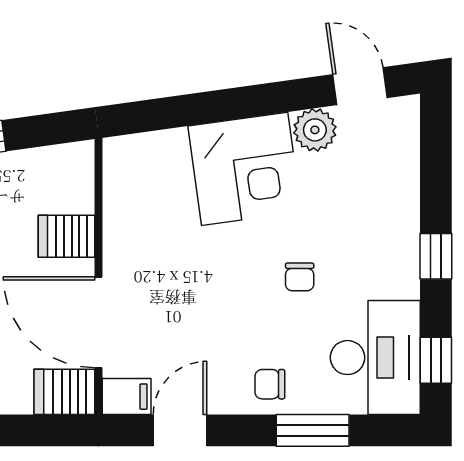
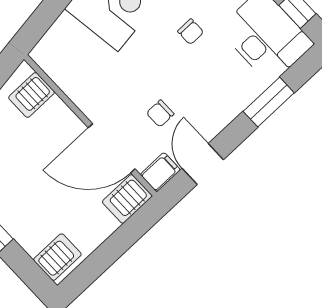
server rack: (67, 236) -> (32, 95), moved
chair: (270, 384) -> (160, 114), moved

